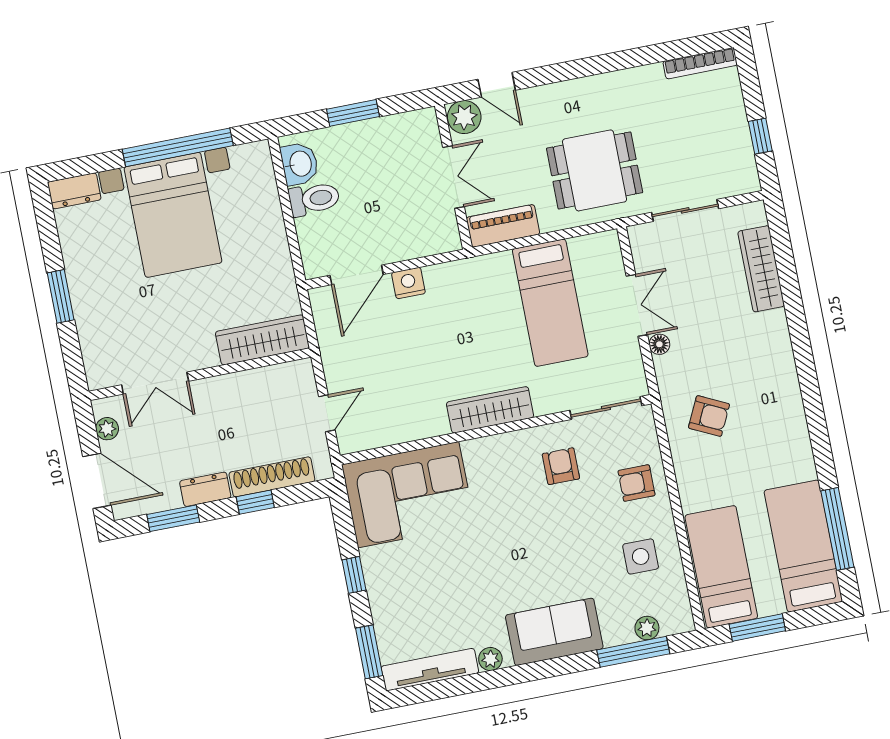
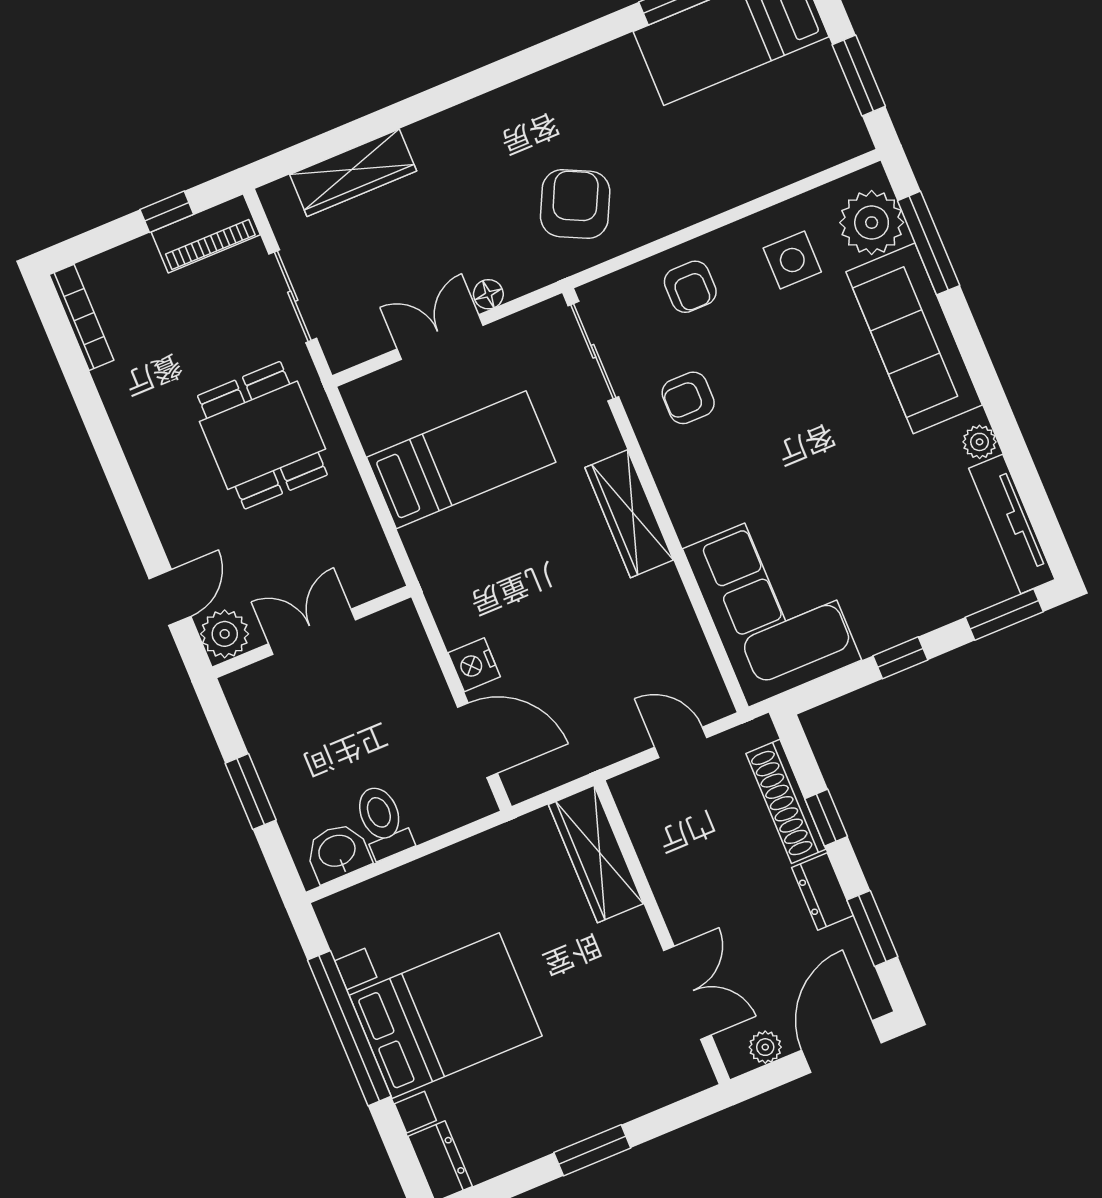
piano: (503, 226) -> (206, 233), moved, turned -90
armchair: (709, 416) -> (575, 204), width x1.38, depth x1.38
bed: (721, 567) -> (784, 144), removed
plant: (647, 628) -> (872, 223), width x1.87, depth x1.87
sofa: (554, 632) -> (914, 338), width x1.36

